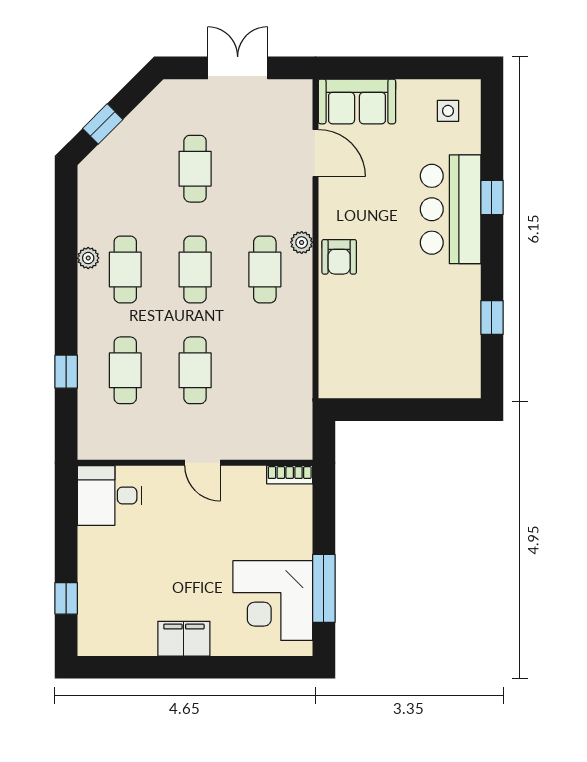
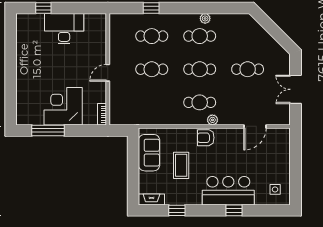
double door: (238, 68) -> (296, 89), swing flipped
sofa: (357, 101) -> (149, 153), moved, turned 180
window: (103, 124) -> (269, 25), removed
coffee table: (397, 309) -> (181, 165), added
fireplace: (469, 371) -> (151, 199), added
desk: (110, 495) -> (64, 29), moved, width x1.37
corner desk: (273, 601) -> (63, 106), moved
filing cabinet: (184, 639) -> (24, 64), removed

